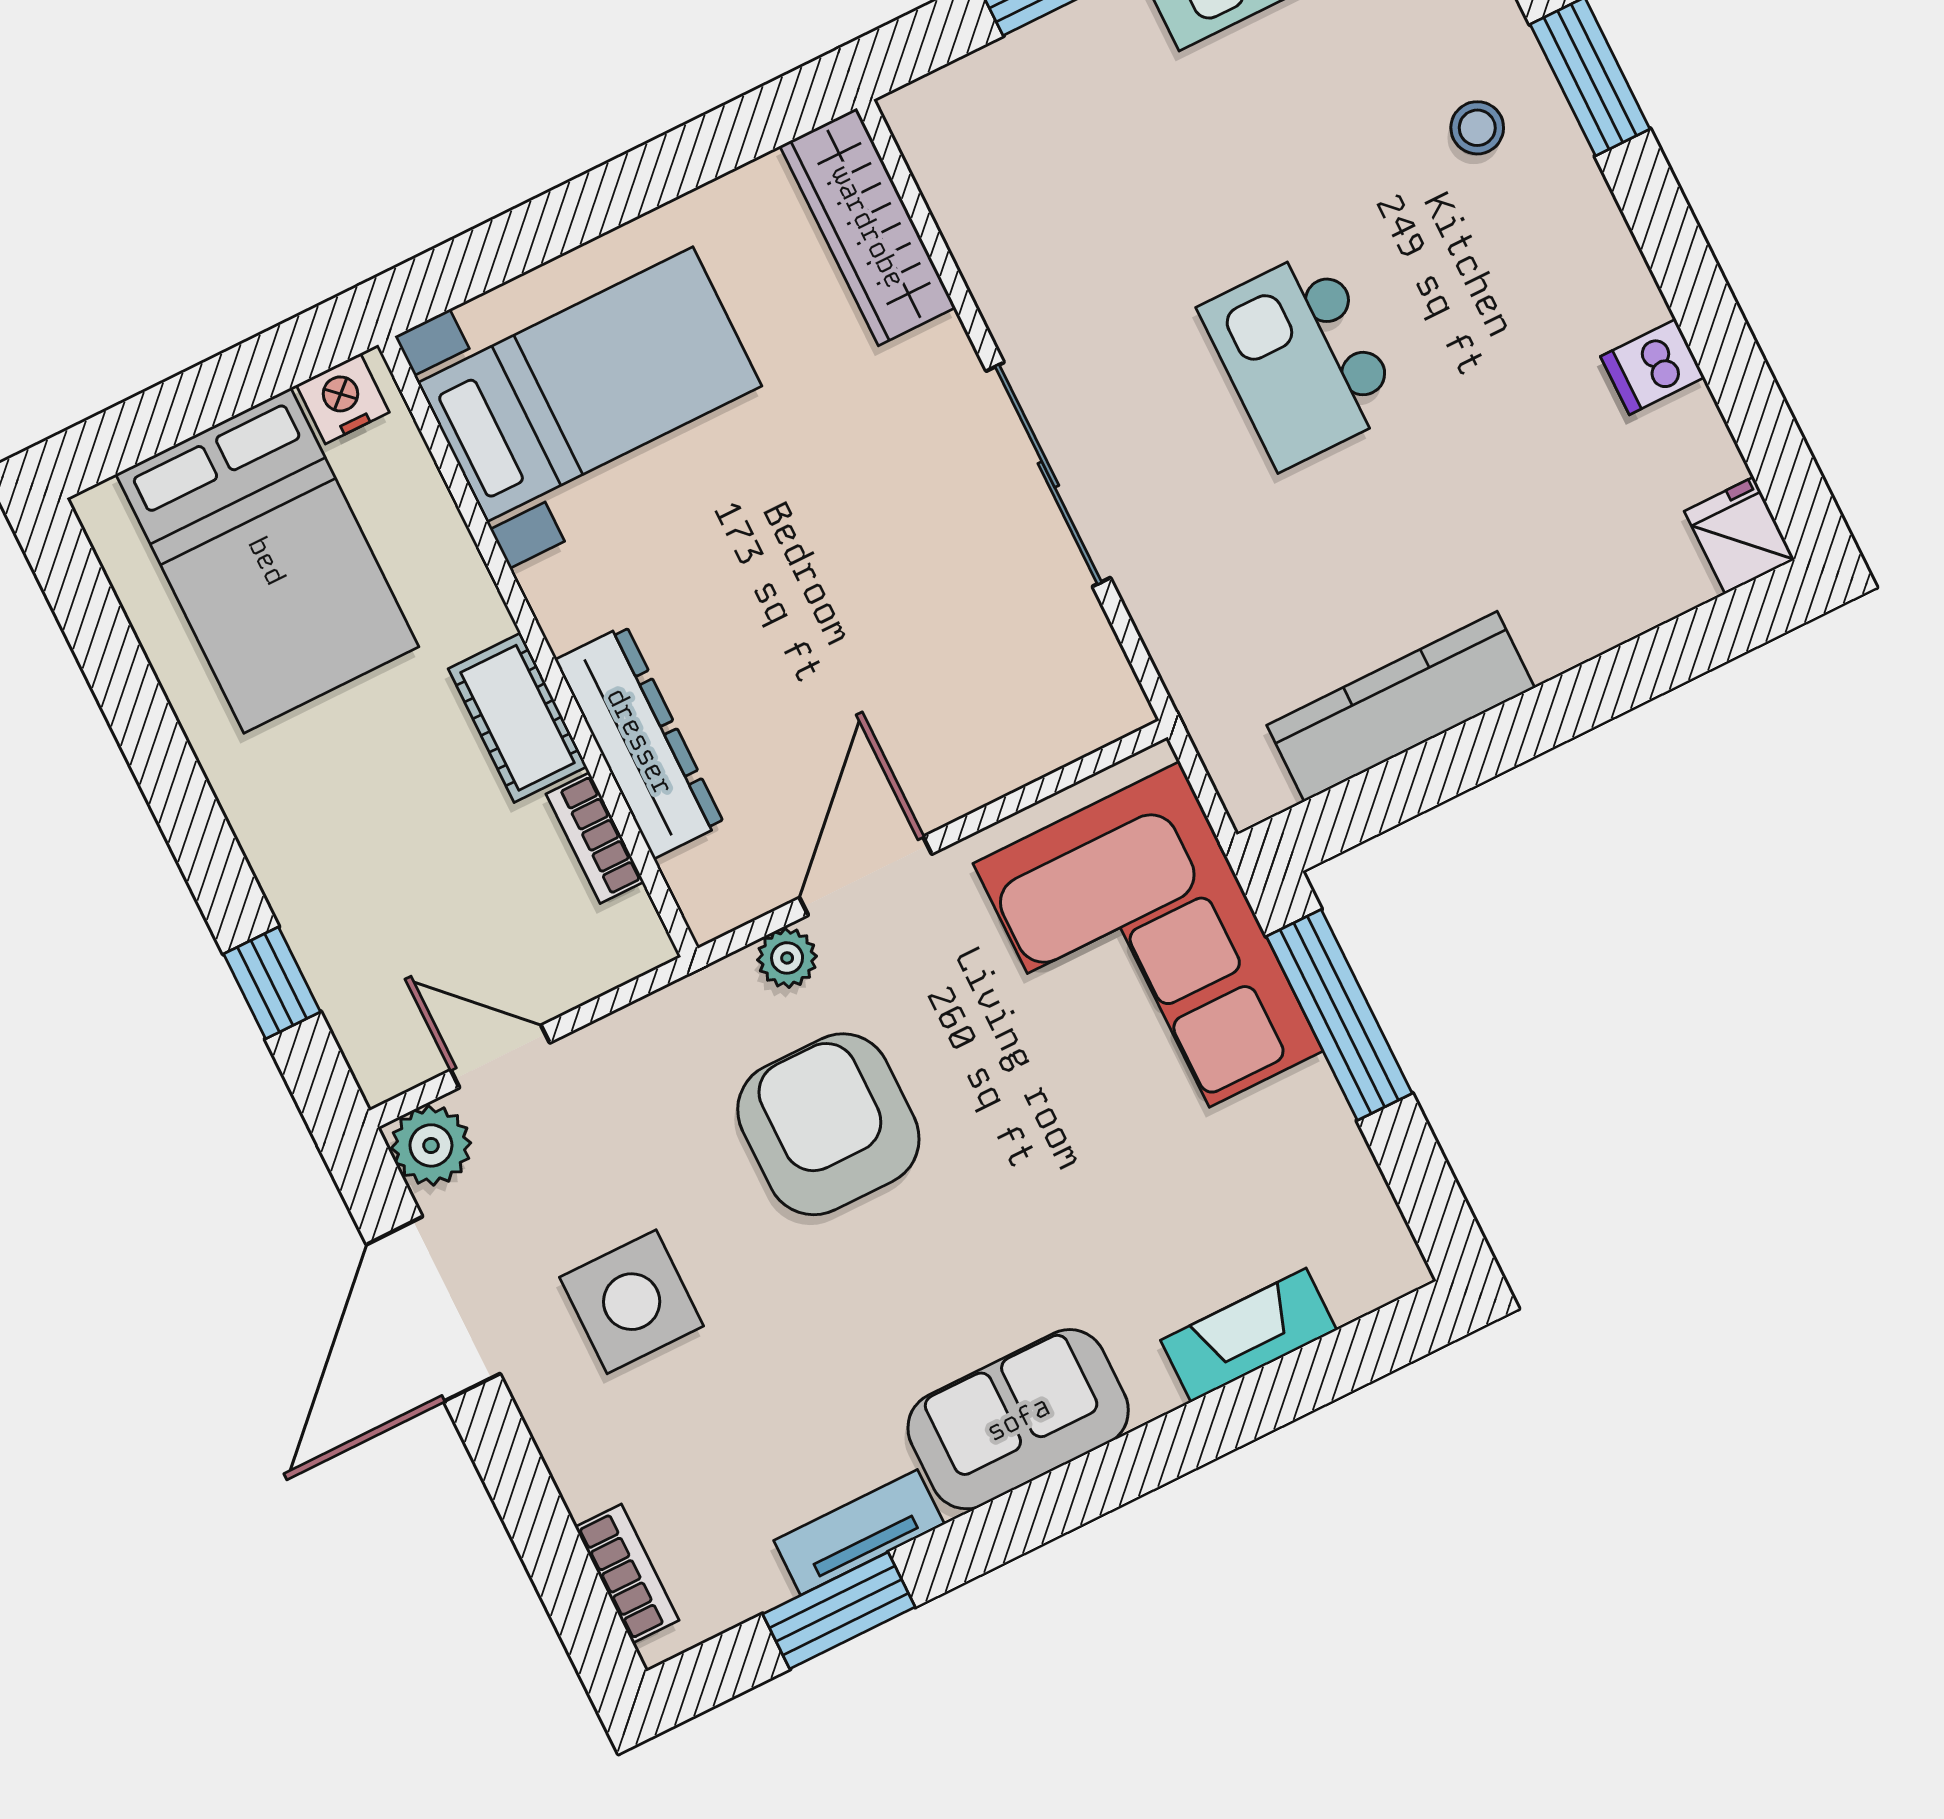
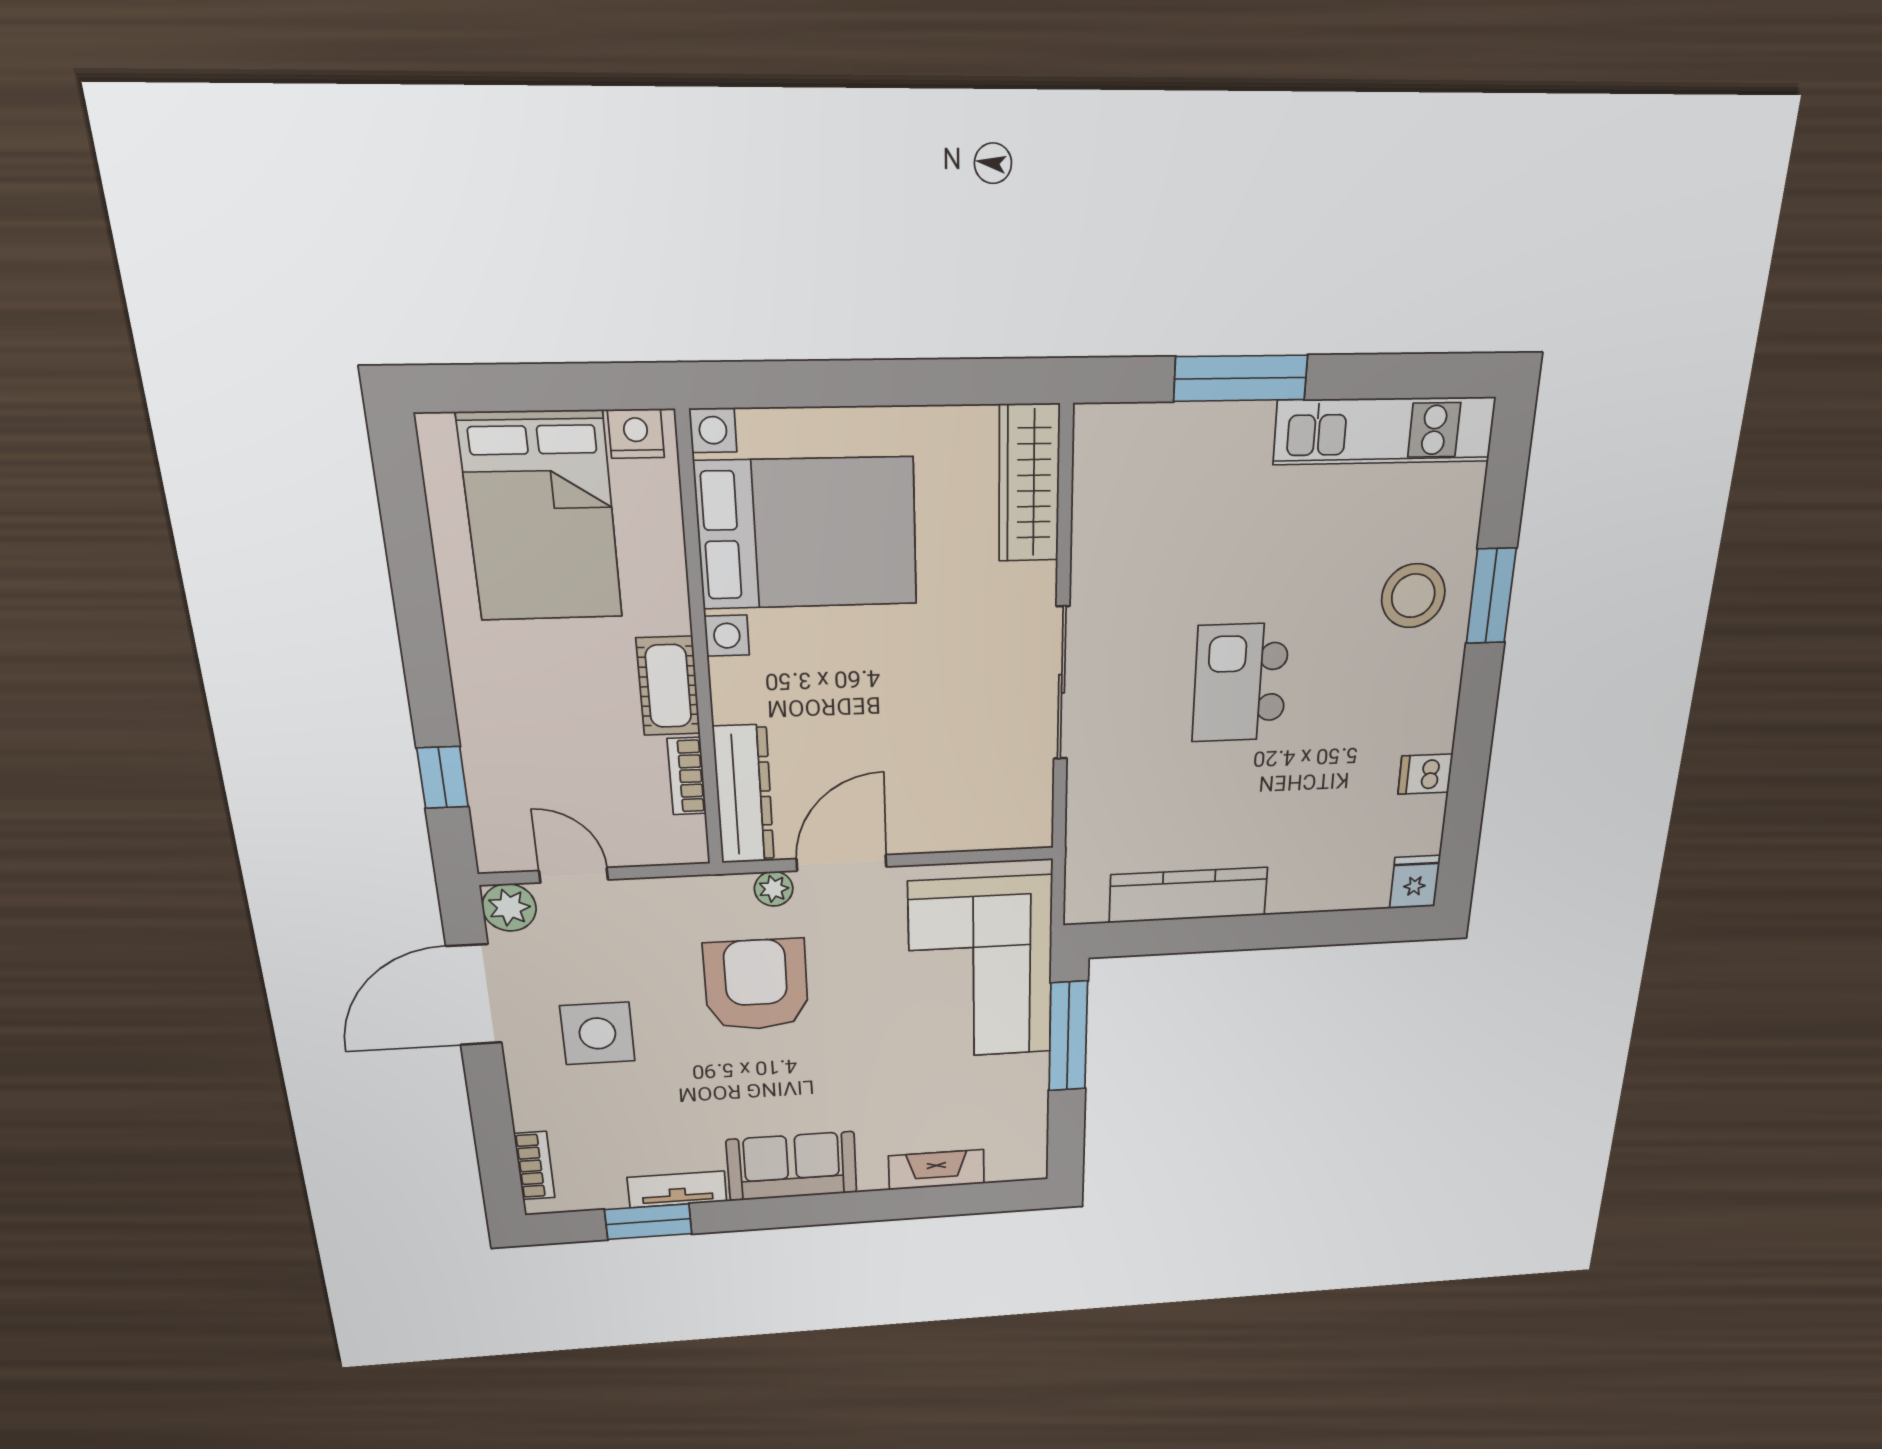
stool: (1477, 128) -> (1413, 596), width x1.89, depth x1.89
bed with nightstands: (590, 384) -> (807, 533), width x1.36
dresser: (640, 742) -> (744, 795), moved

